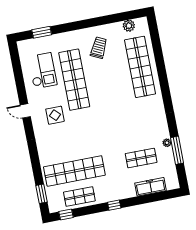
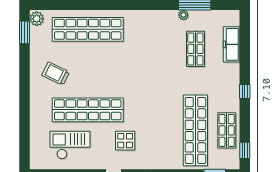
plant: (129, 26) -> (37, 19), moved
window: (42, 32) -> (24, 32), moved

